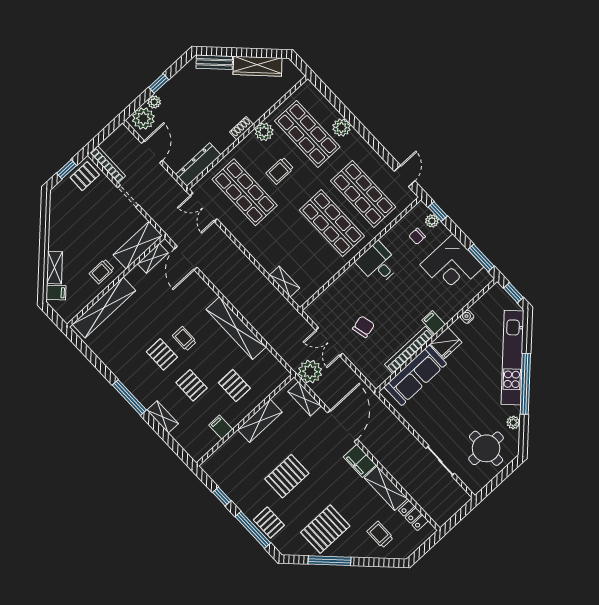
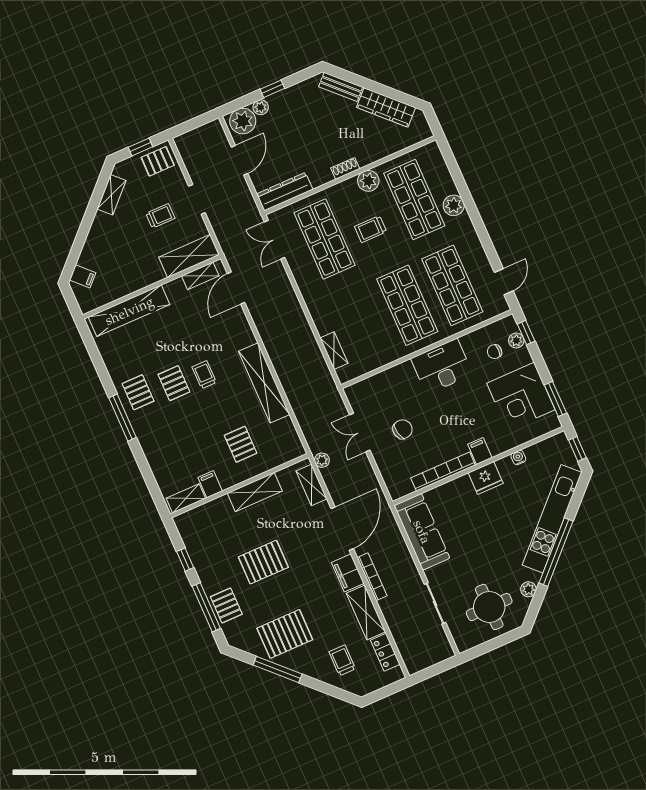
bookcase: (108, 164) -> (372, 577), moved
desk: (378, 264) -> (442, 366), width x1.37
shelving: (55, 268) -> (111, 195), moved
trolley: (102, 271) -> (160, 216), moved, turned 180
plant: (310, 372) -> (322, 460), width x0.53, depth x0.53
sofa: (415, 375) -> (422, 532), moved, turned -90
pallet: (192, 385) -> (138, 392), moved
shelving: (163, 417) -> (186, 498), moved, turned 90

